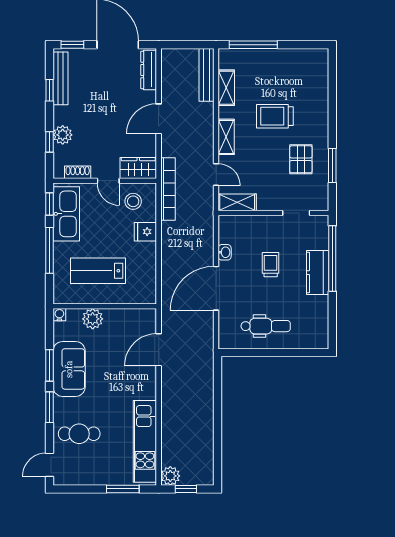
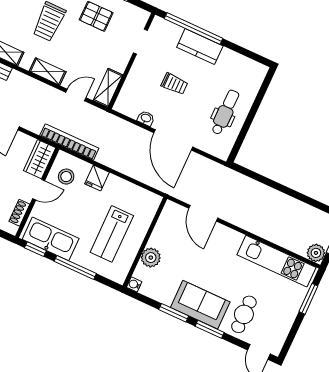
trolley: (271, 265) -> (174, 84), turned 180
sofa: (69, 369) -> (200, 305), moved

